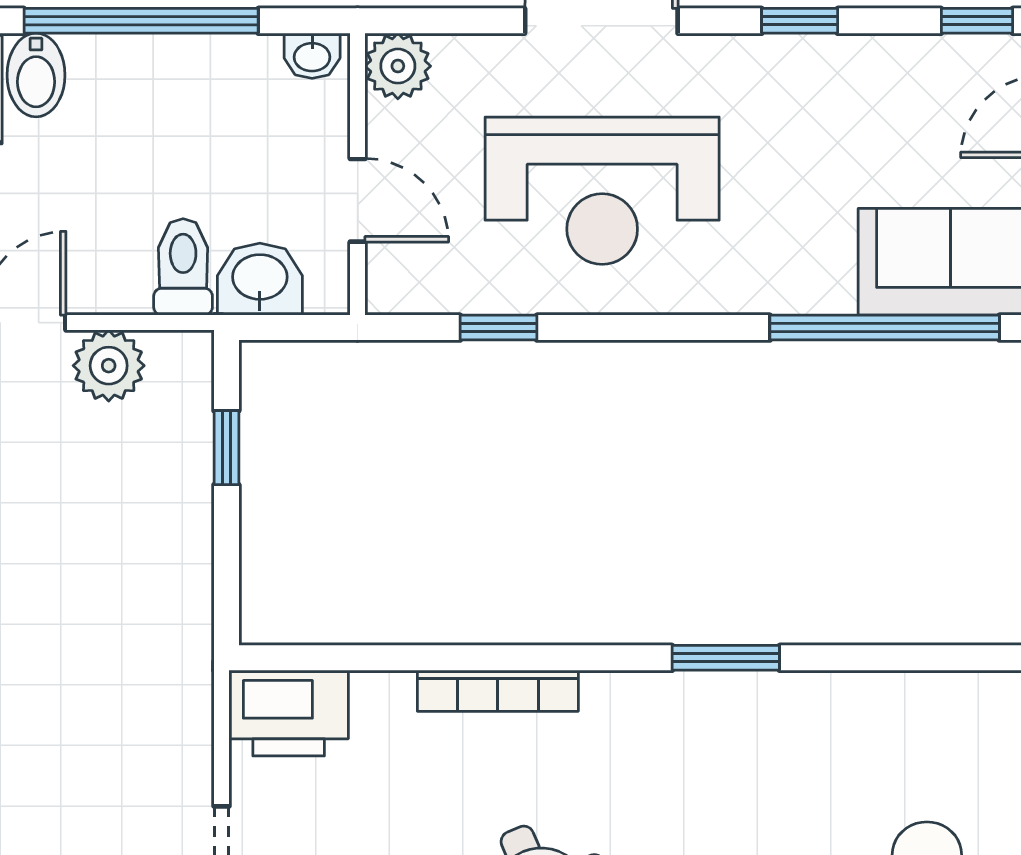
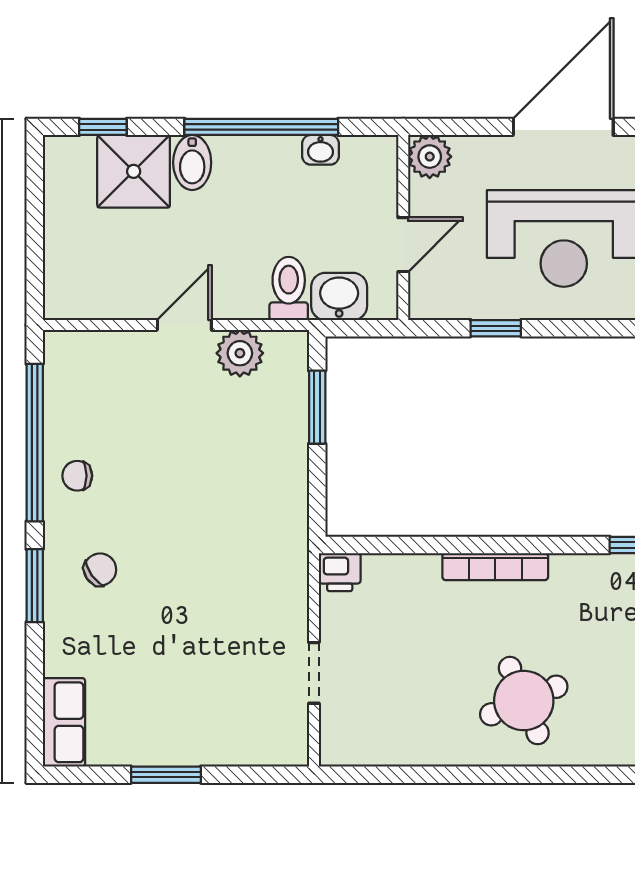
washbasin: (312, 56) -> (321, 150), moved
door: (358, 200) -> (403, 245), hinge flipped
window: (226, 448) -> (317, 407), width x1.50
printer: (289, 713) -> (340, 572), width x0.53, depth x0.68

